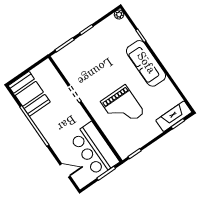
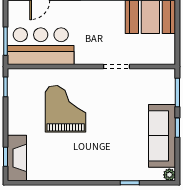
sofa: (146, 63) -> (162, 136), moved, turned -90
grand piano: (123, 107) -> (66, 109), turned 90

